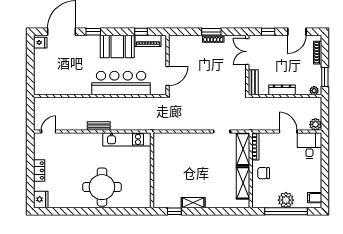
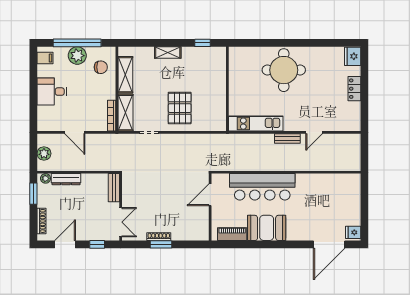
window: (93, 32) -> (294, 244), removed
window: (141, 32) -> (240, 244), removed
dresser: (282, 90) -> (66, 179), moved
plant: (315, 124) -> (44, 154), moved
door: (49, 131) -> (314, 132), moved
desk: (309, 146) -> (52, 92), moved, turned 90
pallet: (195, 153) -> (180, 108), added
chair: (264, 173) -> (101, 67), moved
shelving: (193, 203) -> (168, 53), moved

